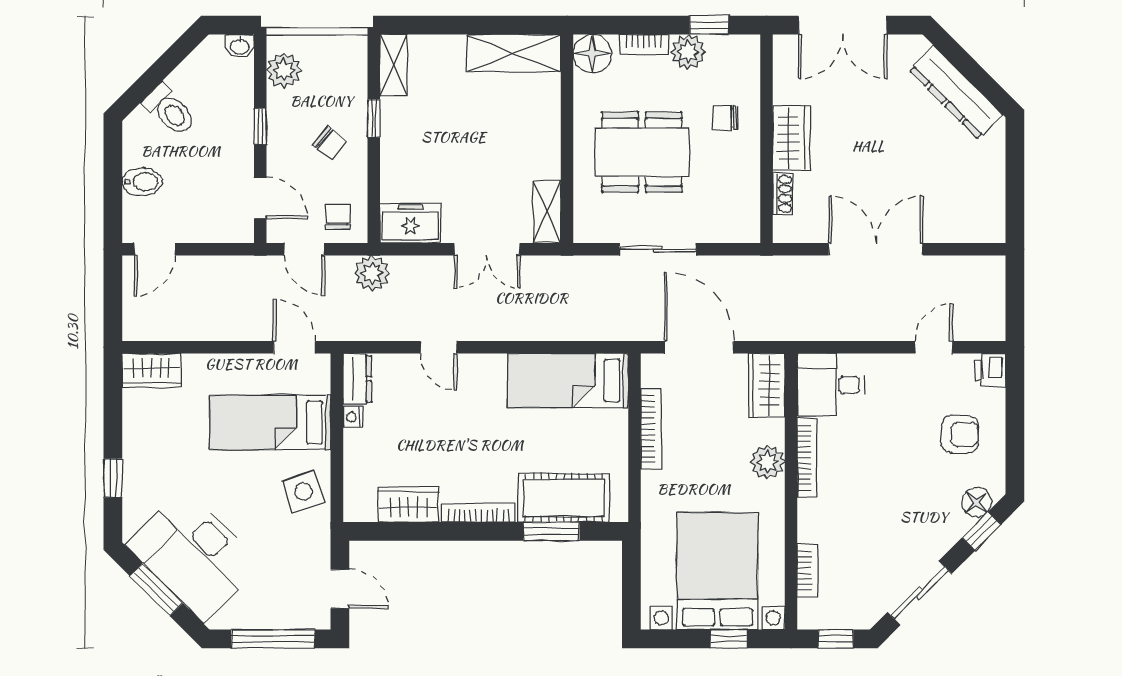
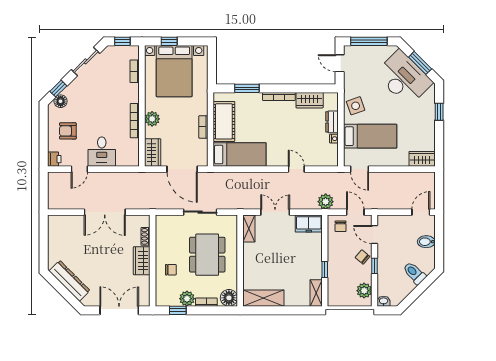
chair: (330, 143) -> (362, 257), moved
dining table: (642, 152) -> (207, 255), turned 90
dresser: (357, 379) -> (332, 122), moved
desk: (831, 385) -> (102, 152), moved, turned 90
bookcase: (651, 429) -> (203, 127), width x0.64
cot: (564, 498) -> (224, 121), moved, turned 90

